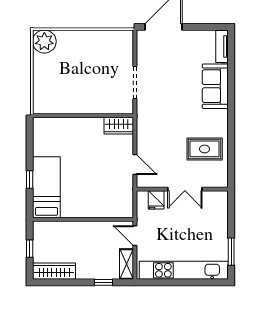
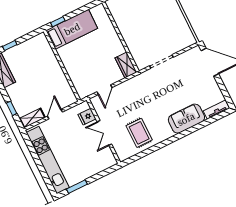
bed: (46, 187) -> (72, 29), moved
wall: (83, 219) -> (62, 66), moved

